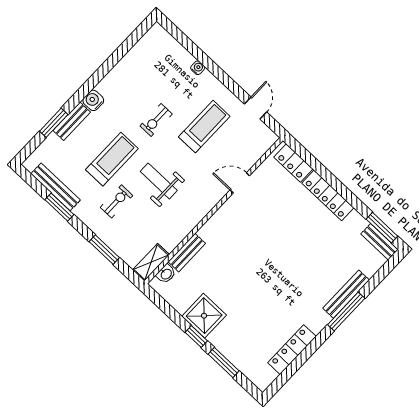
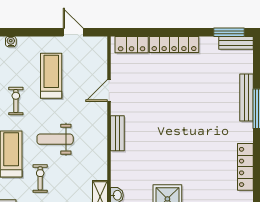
exercise bike: (156, 120) -> (16, 101), turned 180
bench: (187, 253) -> (117, 133), moved

